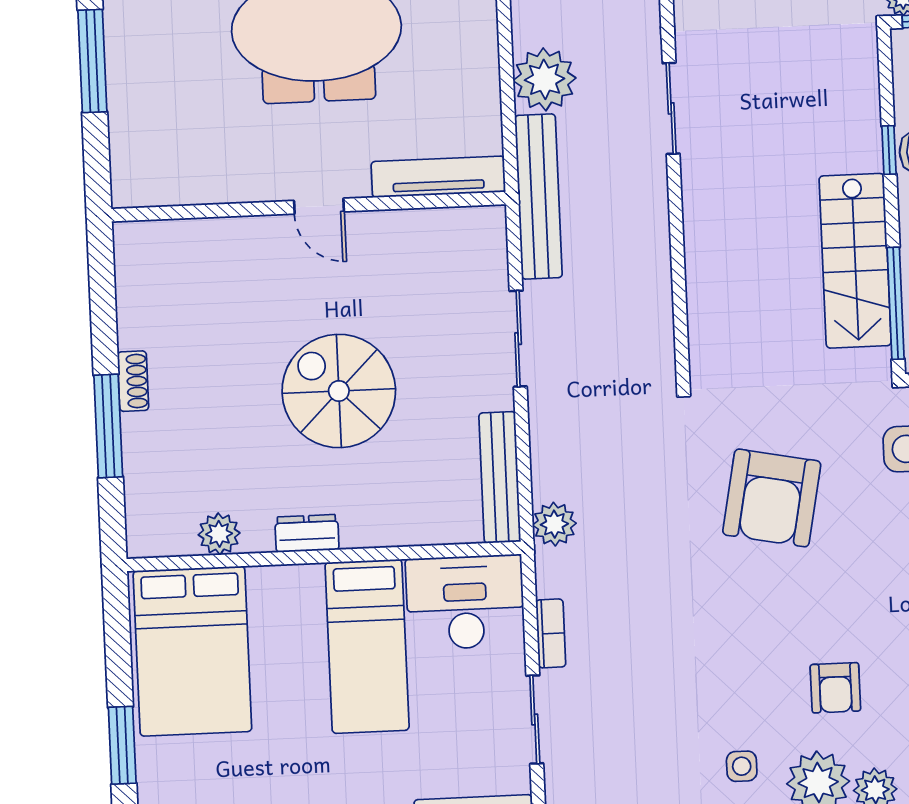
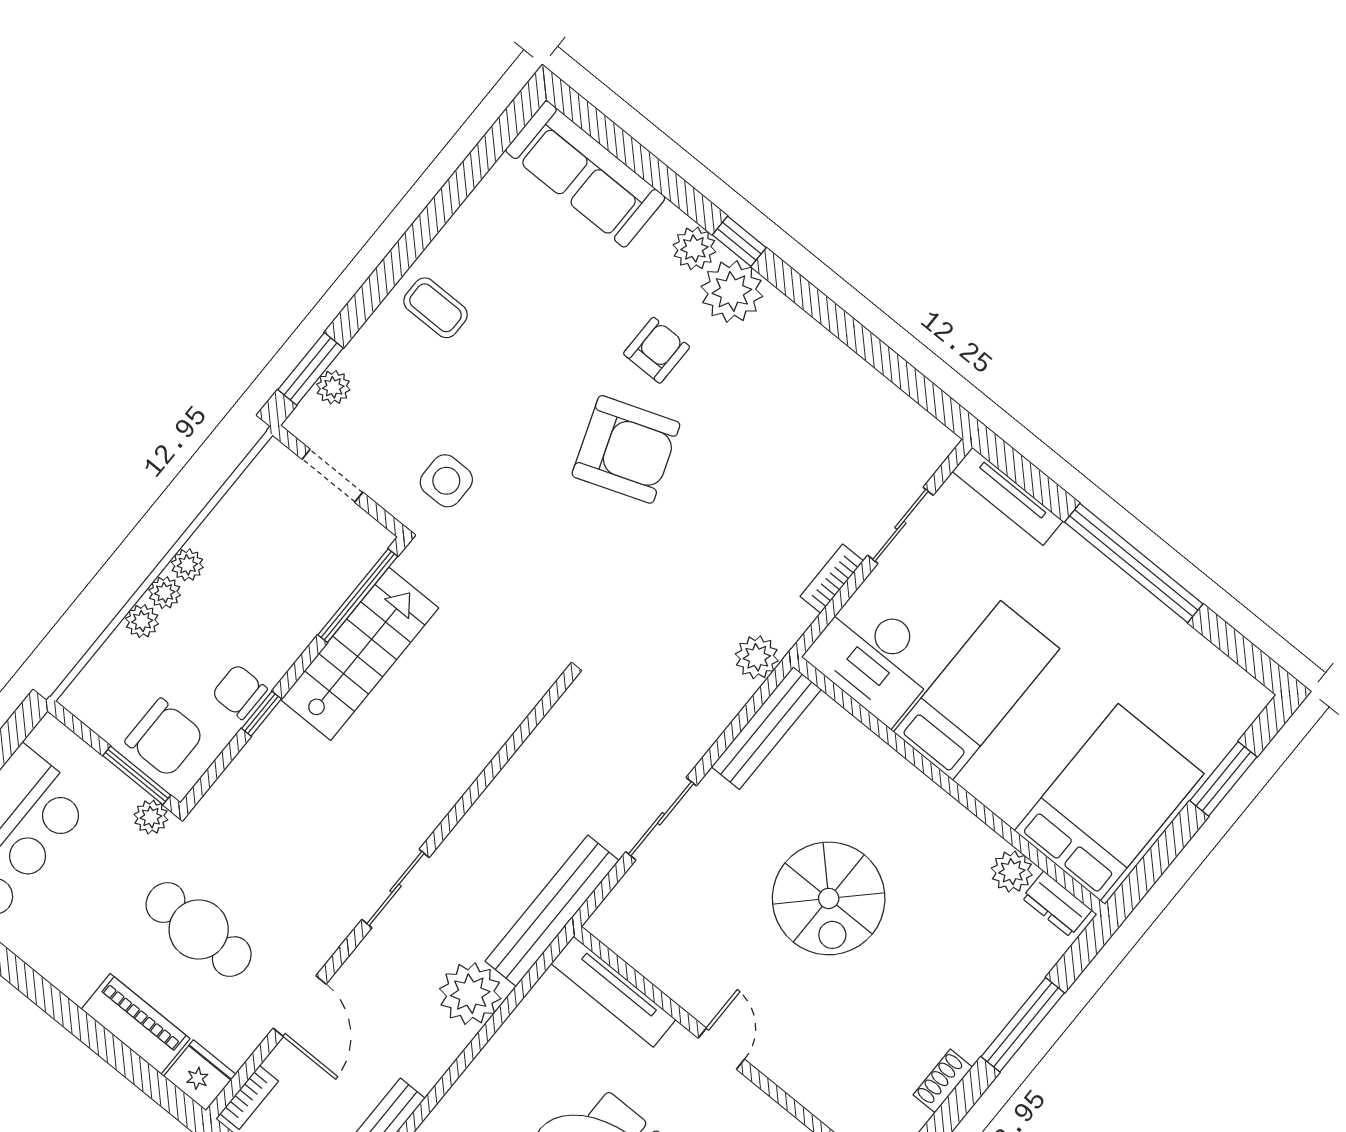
shoe rack: (133, 381) -> (943, 1081), moved
armchair: (772, 498) -> (626, 449), moved, turned 59
dresser: (307, 533) -> (1057, 904), moved
side table: (742, 766) -> (778, 354), removed

